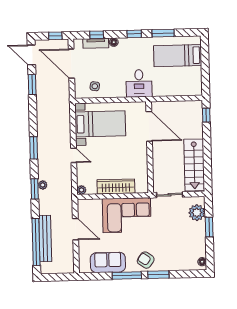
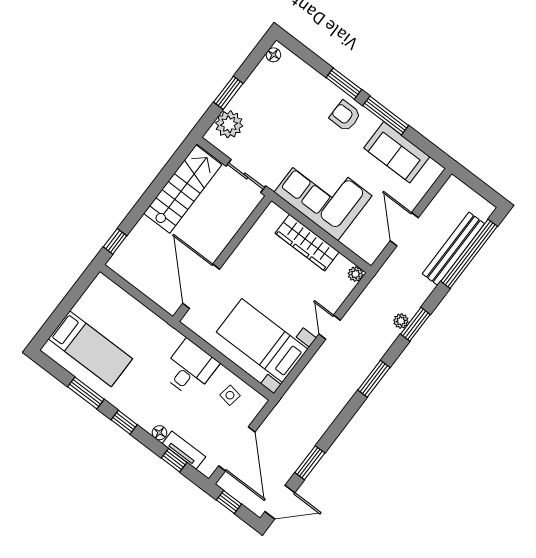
door: (31, 55) -> (280, 502), hinge flipped
desk: (139, 83) -> (190, 368), moved
armchair: (146, 260) -> (345, 116), turned 145

